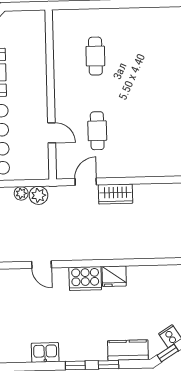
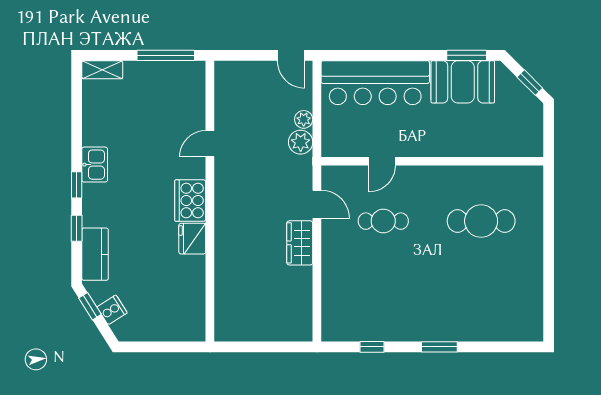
cafe table: (95, 56) -> (481, 221), width x1.37, depth x1.35
kitchen sink: (45, 352) -> (95, 165), moved

